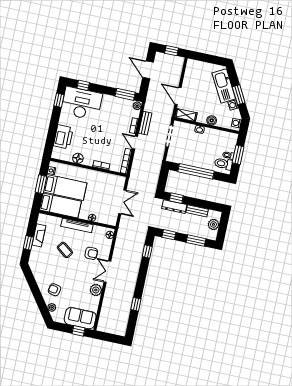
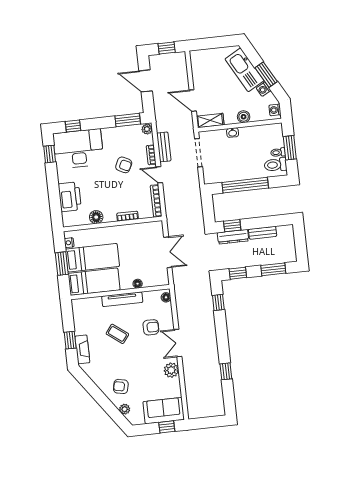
armchair: (111, 127) -> (124, 165), added
plant: (213, 224) -> (288, 243), removed
fireplace: (39, 235) -> (82, 349), moved

